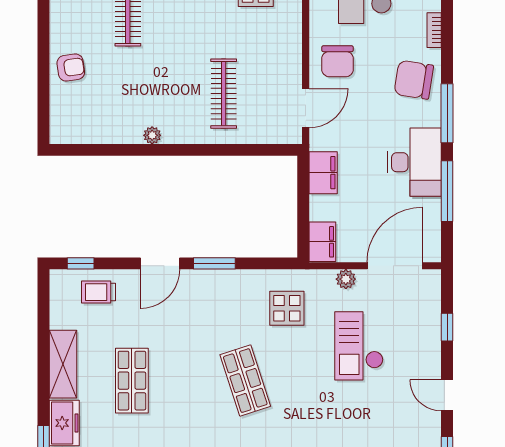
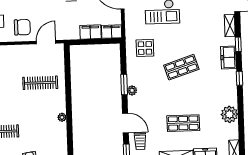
door: (306, 108) -> (46, 42), hinge flipped
filing cabinet: (323, 173) -> (90, 32), moved
door: (160, 263) -> (125, 123), moved
plant: (346, 279) -> (132, 90), moved

